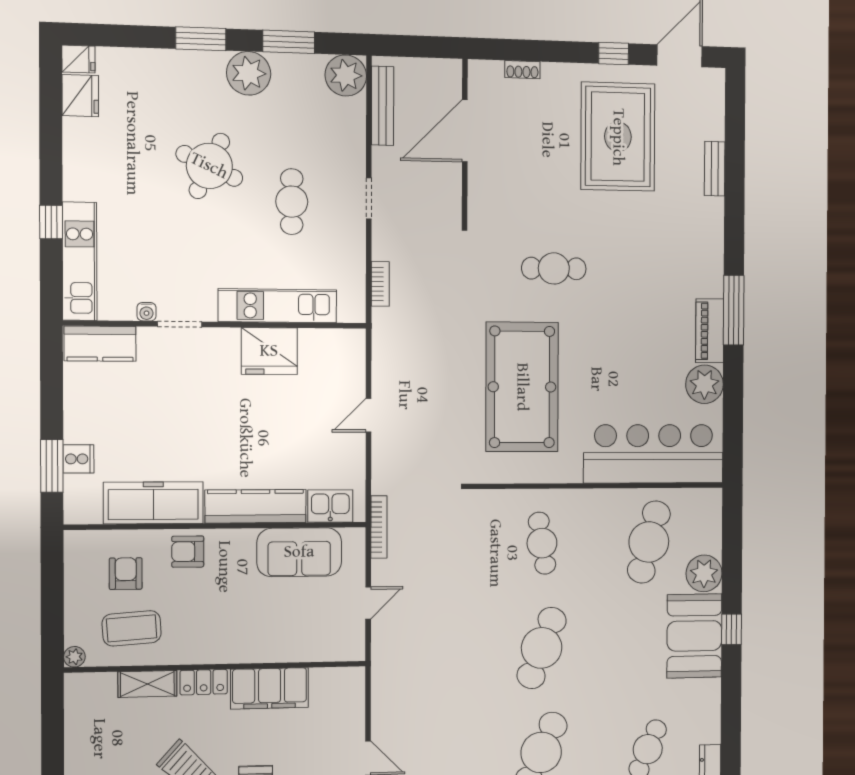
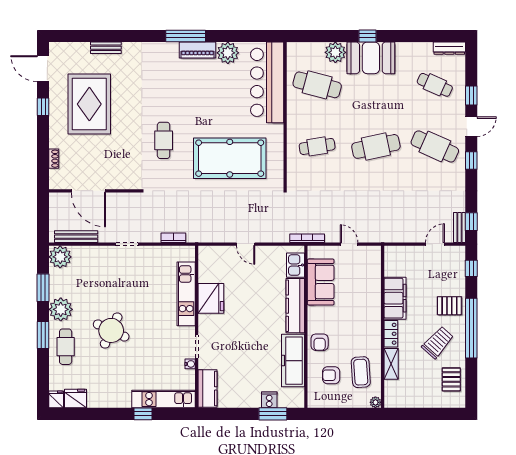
rug: (618, 137) -> (89, 104), turned 90
cafe table: (292, 202) -> (66, 347), moved, turned 90
cafe table: (542, 648) -> (376, 146), turned -33

